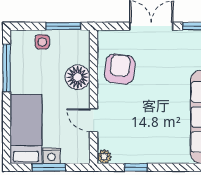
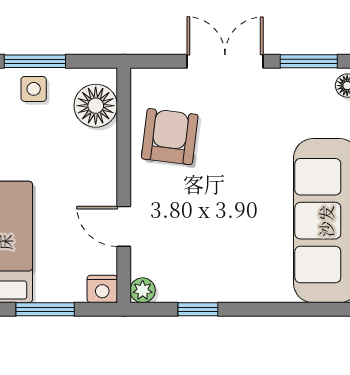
window: (63, 26) -> (35, 61), moved
floor lamp: (78, 77) -> (96, 106), moved
nightstand: (52, 156) -> (102, 289), moved

